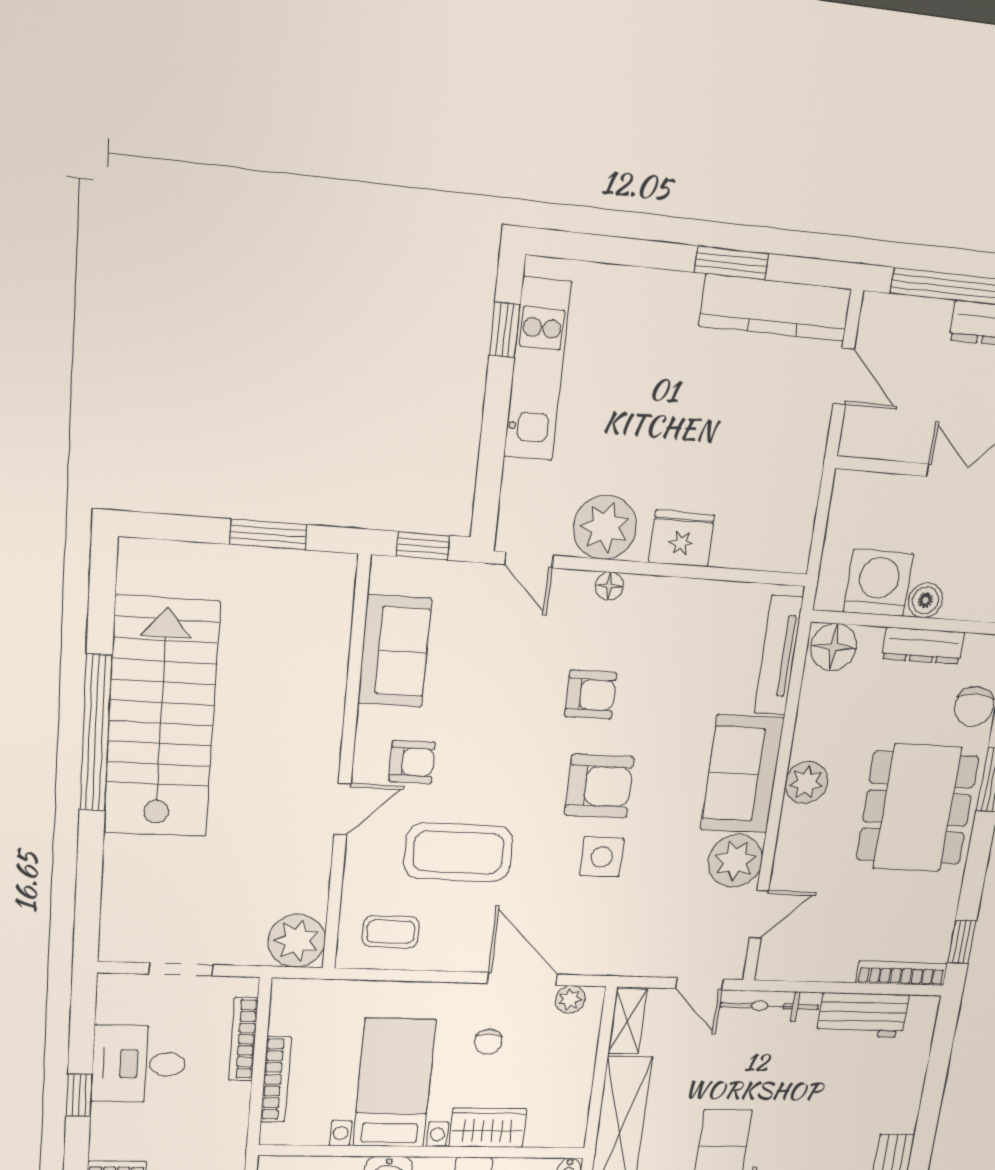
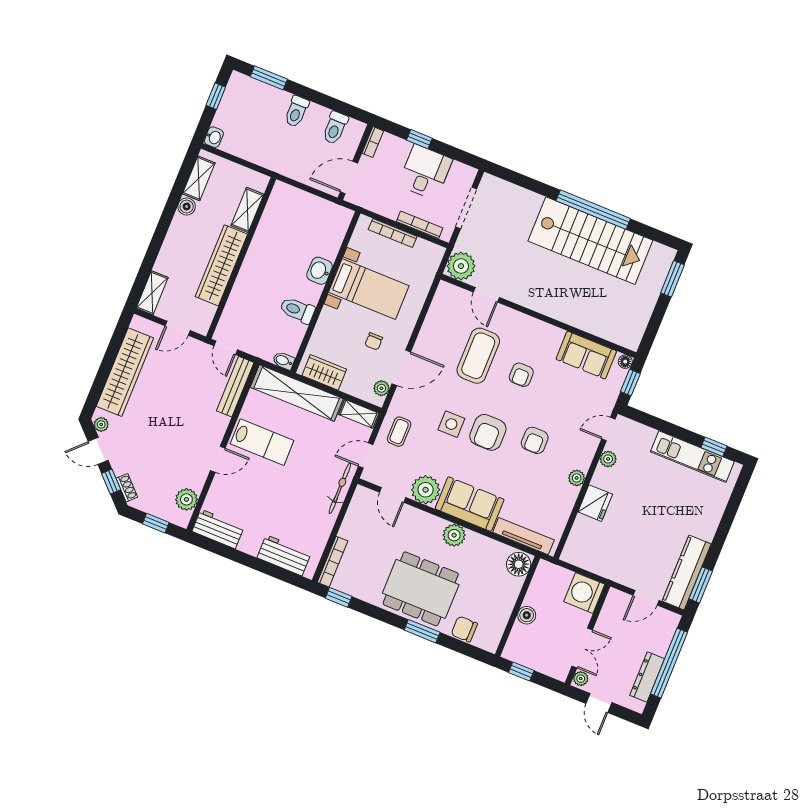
window: (732, 263) -> (701, 585), moved
plant: (605, 527) -> (608, 459), width x0.53, depth x0.53
window: (268, 534) -> (672, 279), moved
washing machine: (878, 583) -> (584, 593), moved, turned 180
floor lamp: (609, 586) -> (625, 362), moved
plant: (642, 591) -> (577, 478), added
dresser: (923, 646) -> (504, 609), removed
armchair: (412, 762) -> (521, 375), moved
door: (342, 809) -> (486, 295), moved
coffee table: (391, 932) -> (399, 432), moved
doorway: (181, 969) -> (466, 208), width x1.38
workbench: (863, 1015) -> (284, 555), moved, turned 90
chair: (488, 1042) -> (374, 341), turned -90
wardrobe: (488, 1128) -> (324, 372), moved, turned -90

